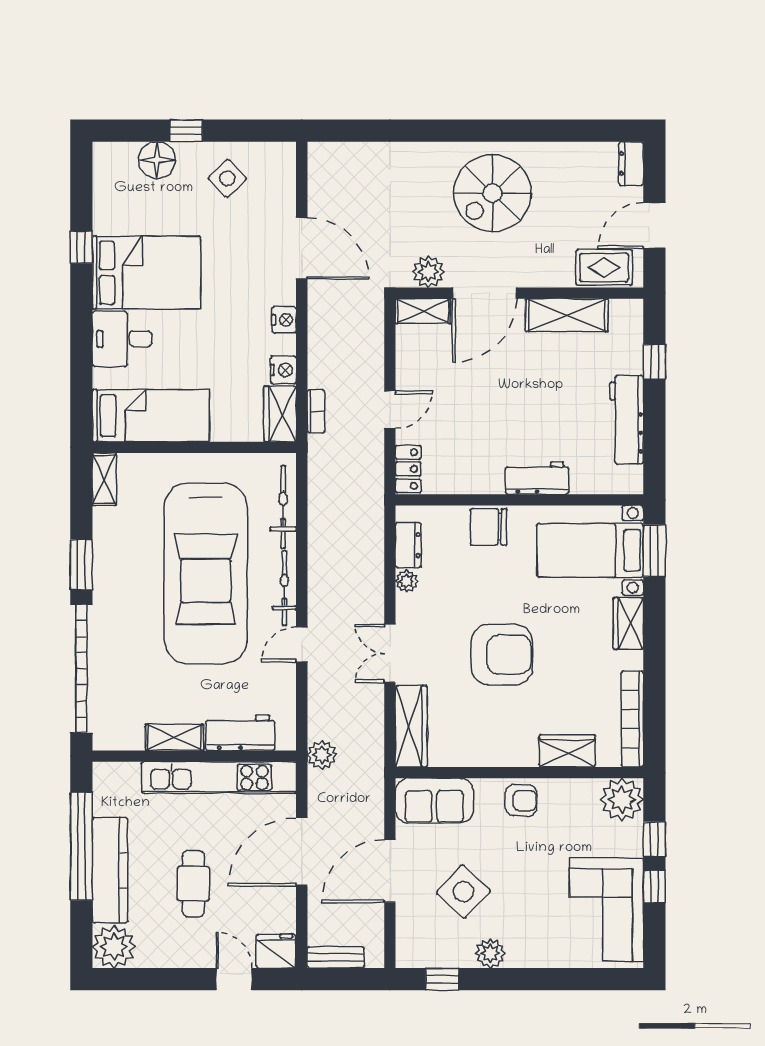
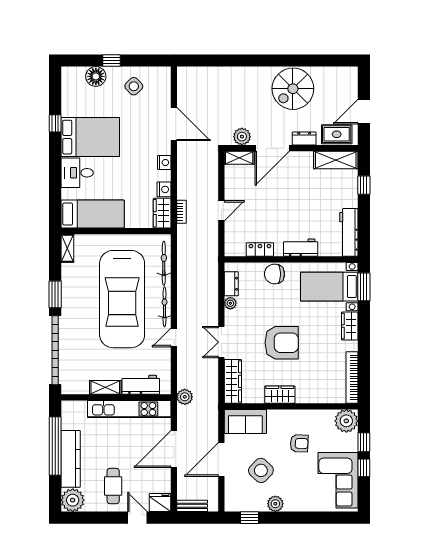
dresser: (631, 163) -> (304, 138), moved, turned 90
spiral stairs: (492, 193) -> (293, 89), moved
shelving: (567, 315) -> (336, 160), moved
workbench: (627, 420) -> (349, 232), moved
locker: (408, 469) -> (260, 250), moved, turned -90
wardrobe: (567, 751) -> (280, 395), moved
armchair: (521, 800) -> (299, 443), moved
cafe table: (193, 884) -> (113, 486), moved

